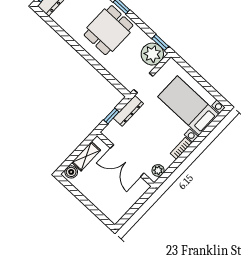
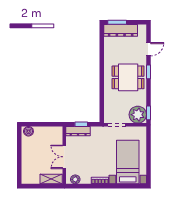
dresser: (128, 111) -> (78, 131), moved
shelving: (86, 156) -> (51, 179), moved
double door: (127, 161) -> (64, 157), width x0.73

